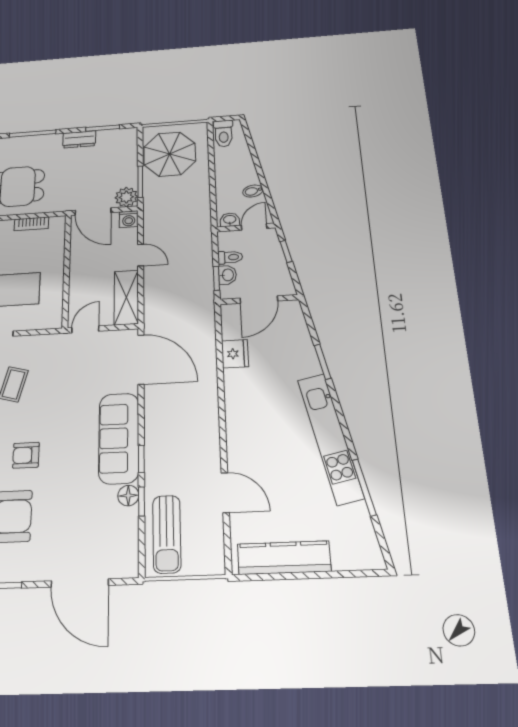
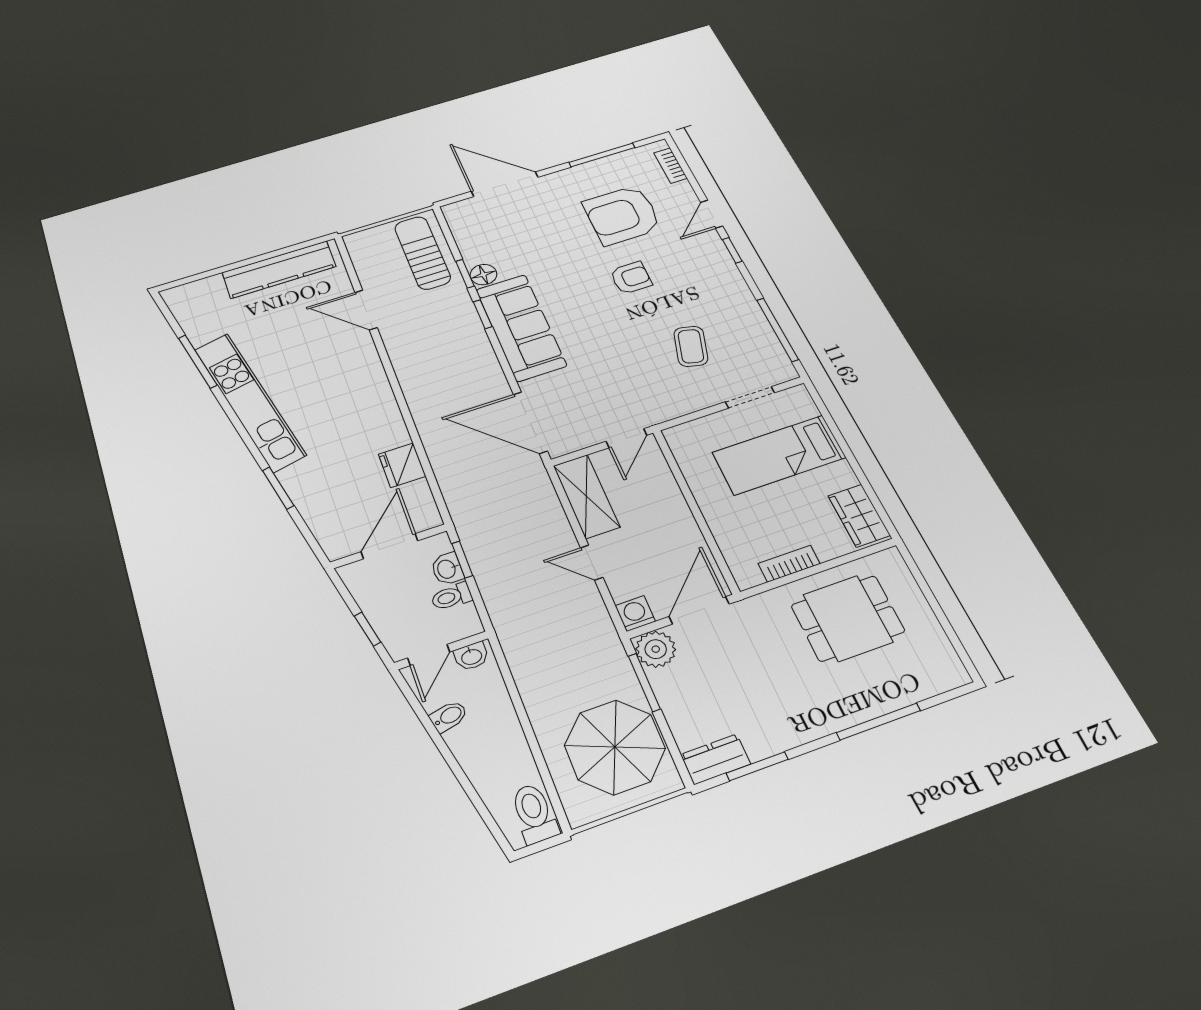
dresser: (79, 139) -> (715, 759), moved
door: (93, 212) -> (699, 610), hinge flipped

